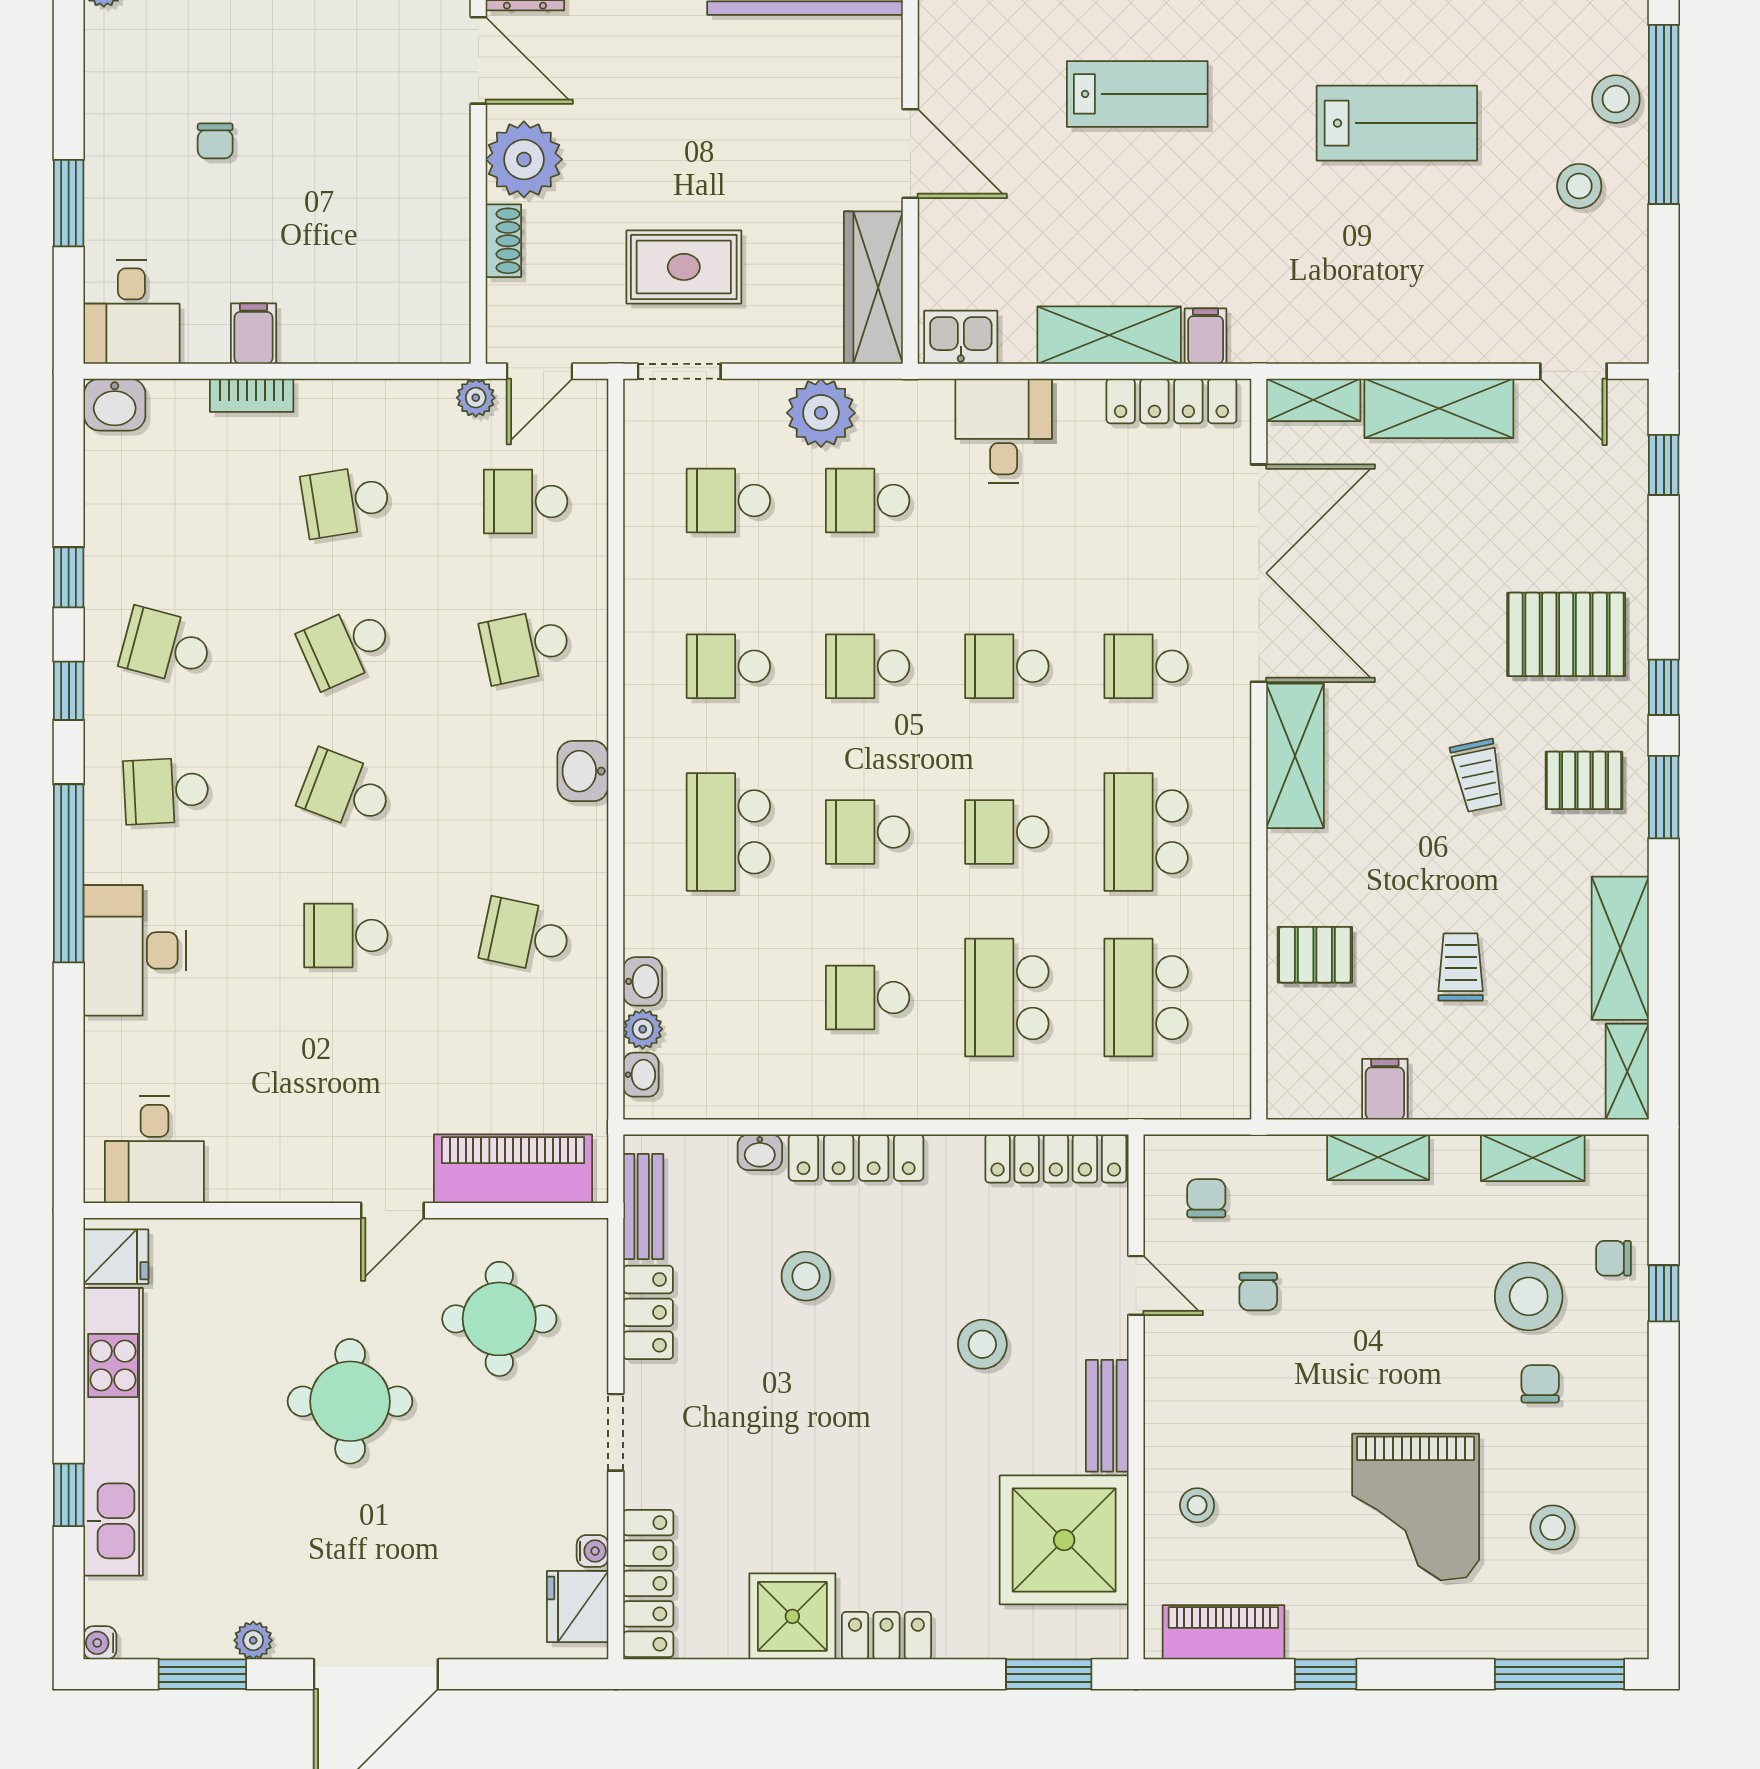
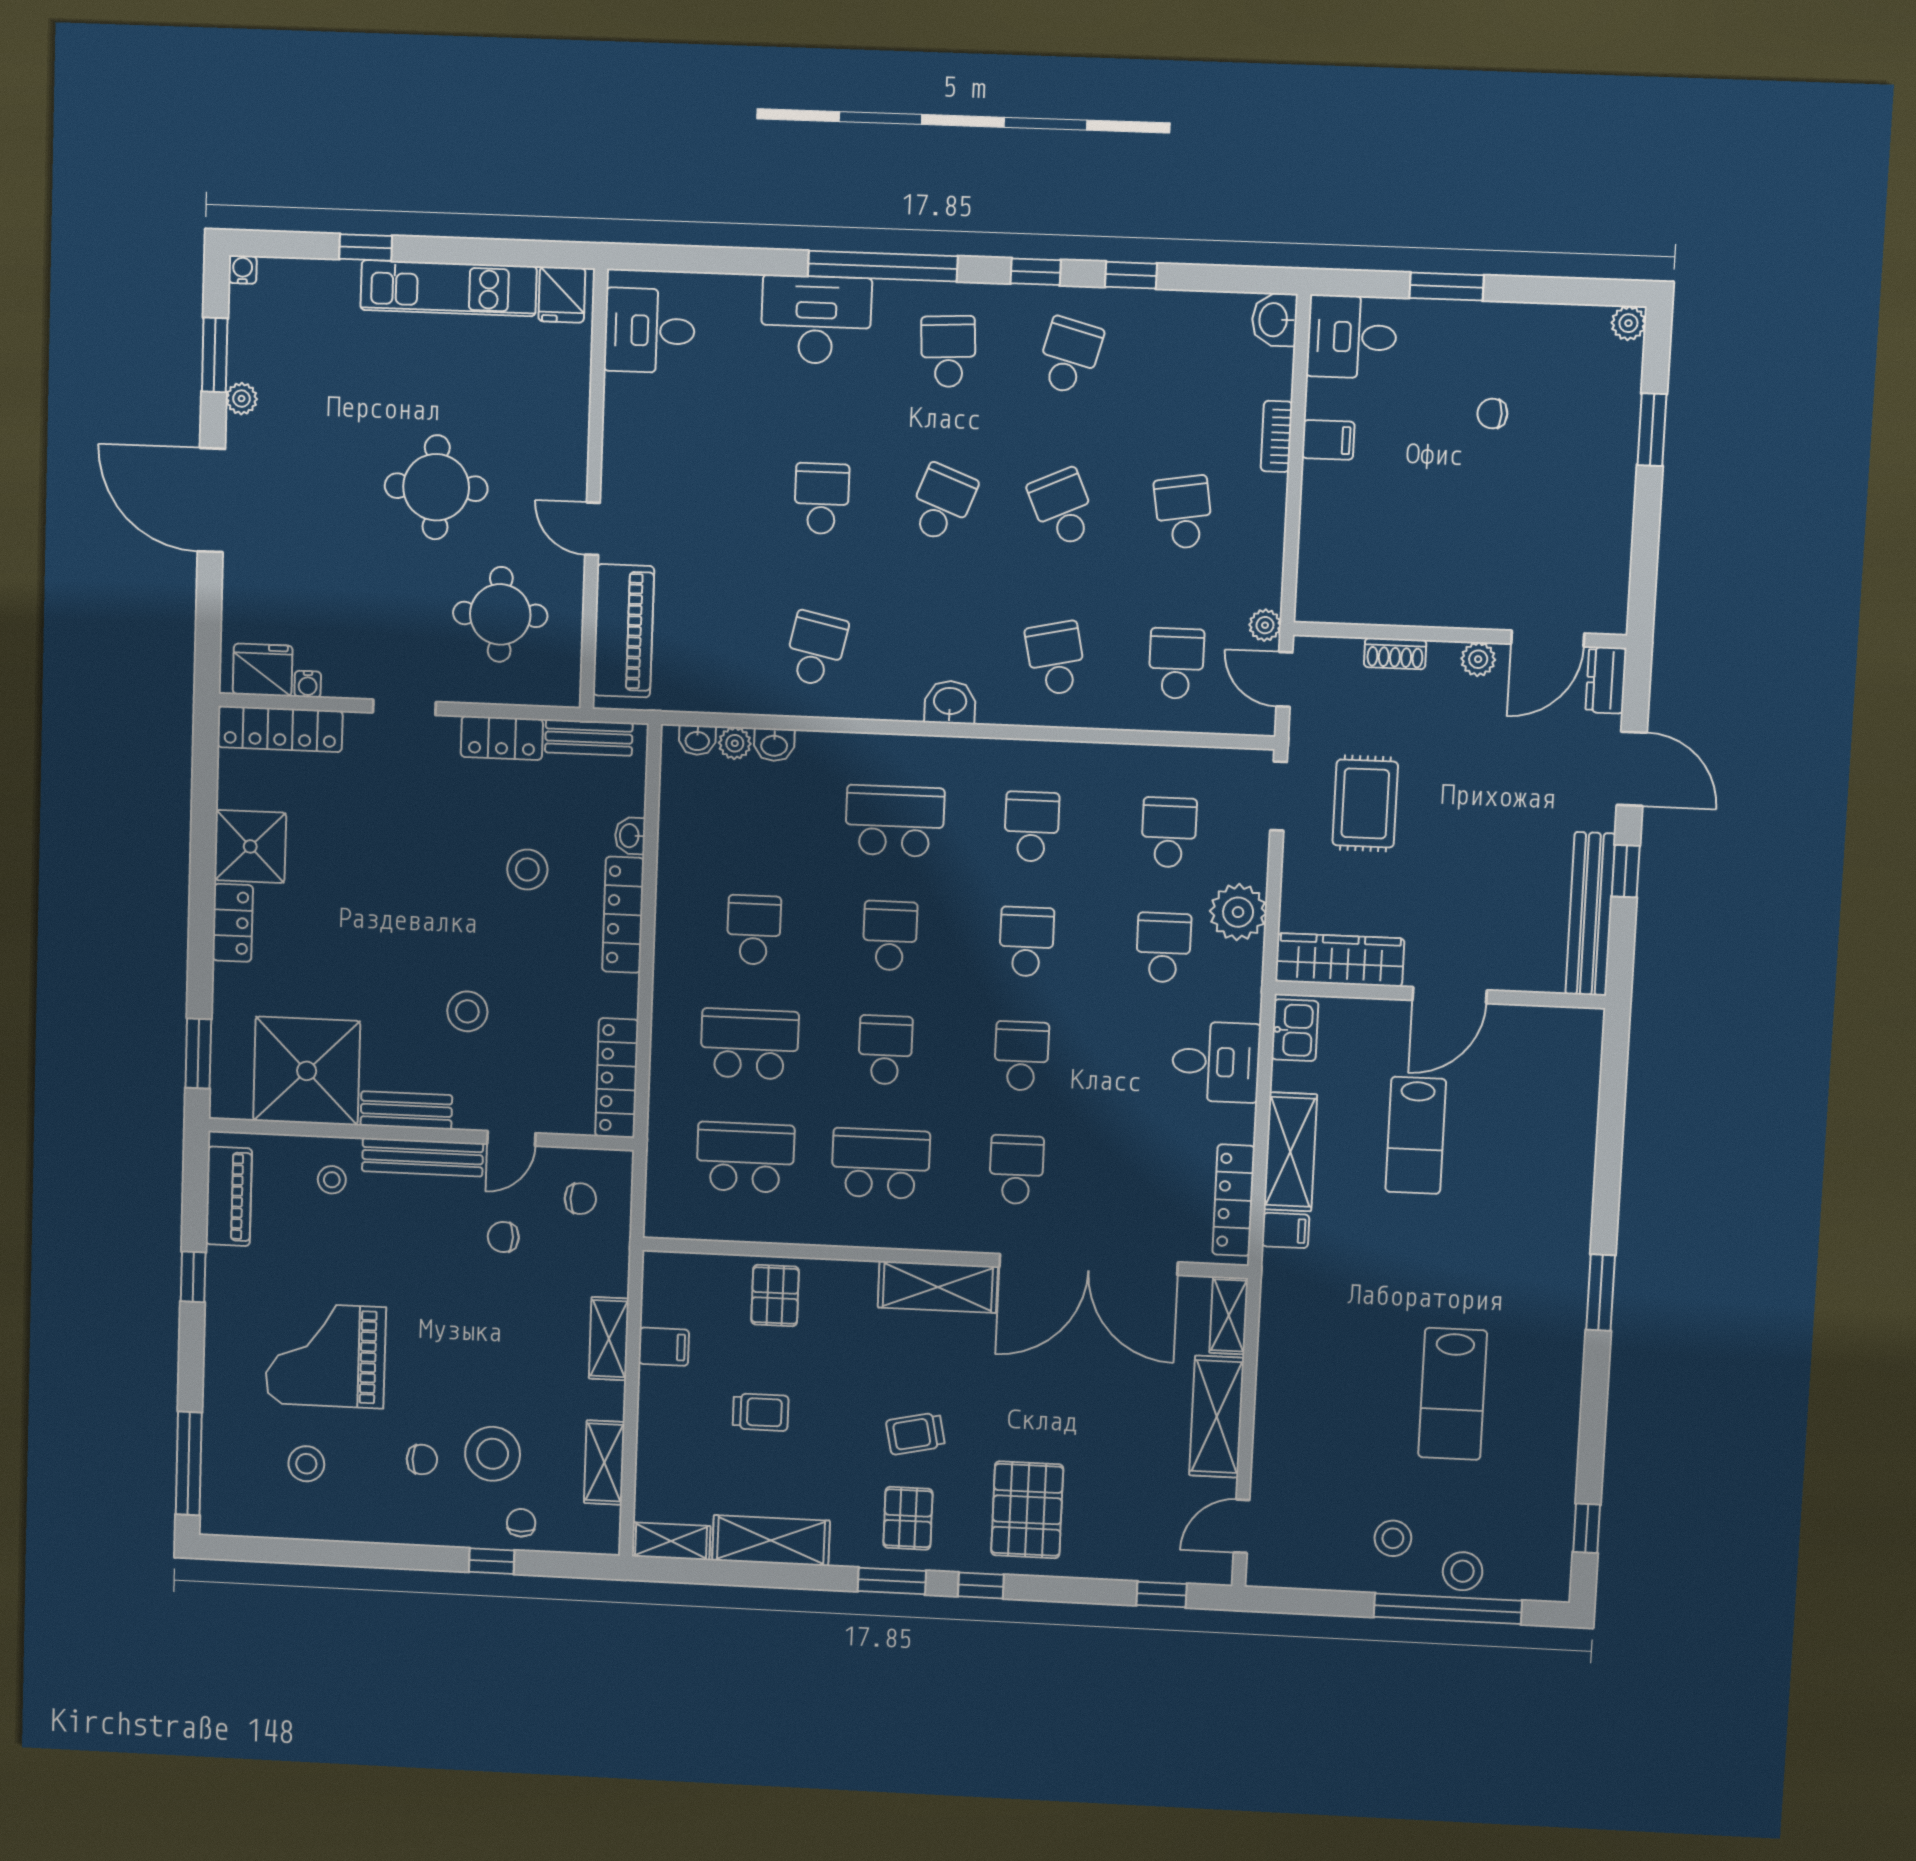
lab bench: (1137, 94) -> (1416, 1135), moved
plant: (524, 159) -> (1478, 659), width x0.53, depth x0.53
bench: (1164, 1394) -> (423, 1157), added
kitchen unit: (113, 1432) -> (449, 288), width x0.73

